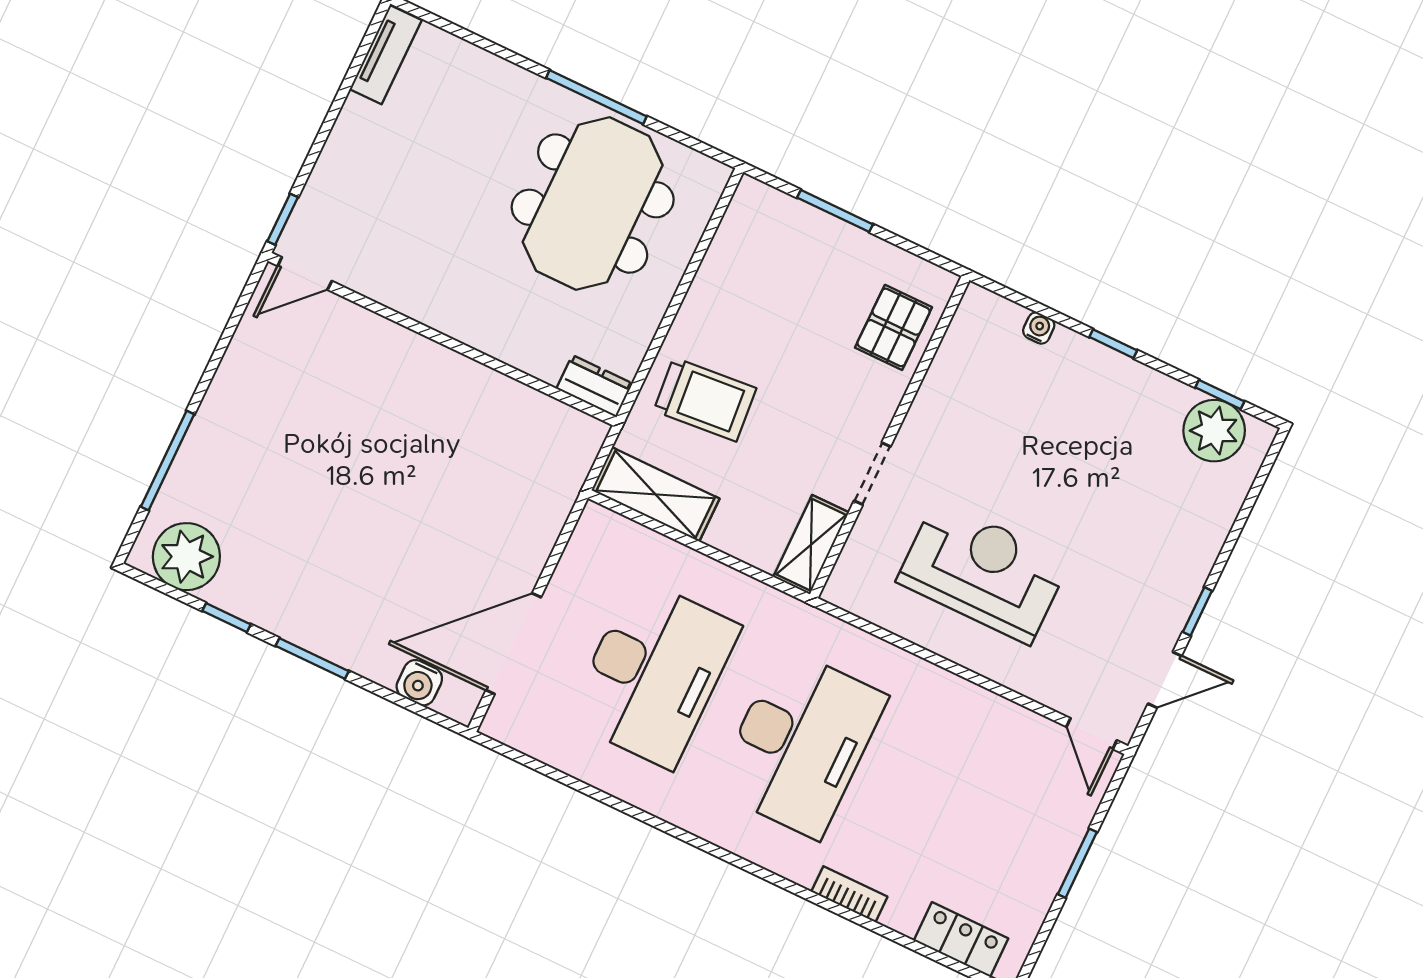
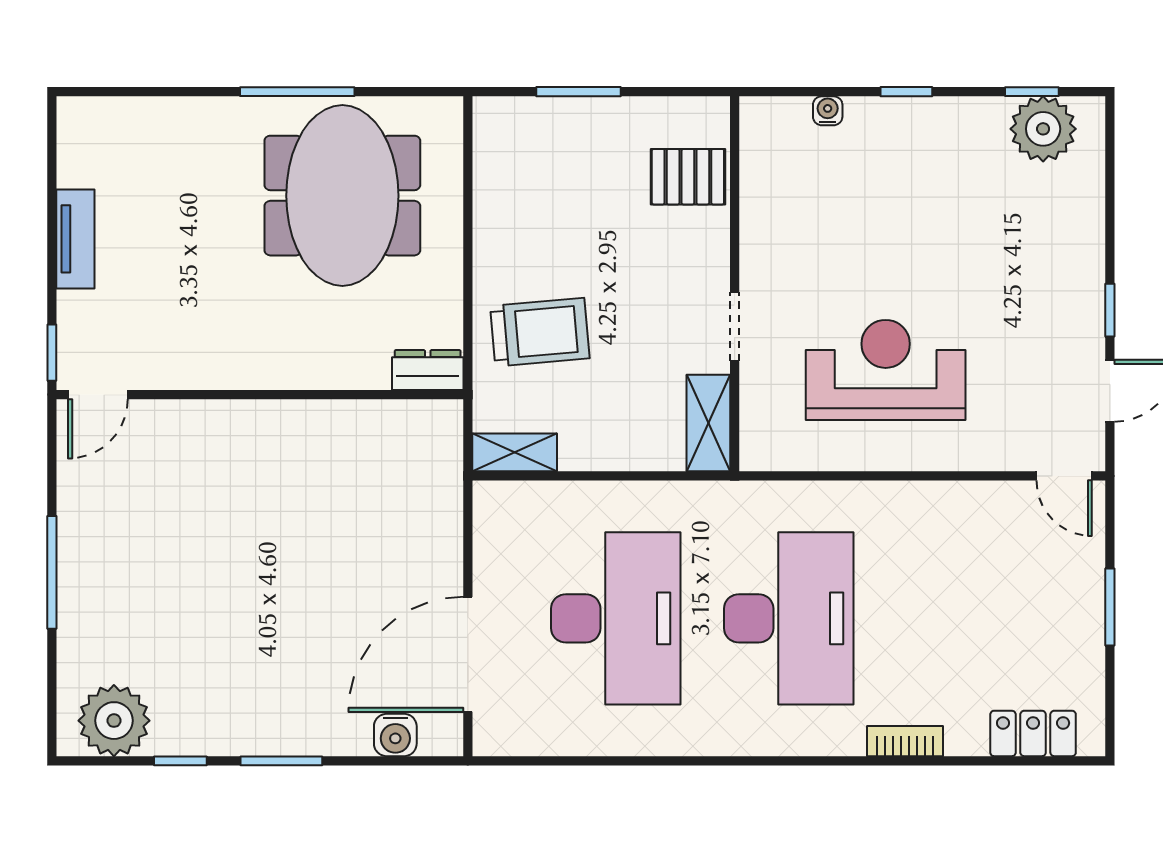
tv unit: (386, 55) -> (75, 239), moved
pallet: (894, 327) -> (688, 177), turned 90
window: (168, 460) -> (52, 572), moved
shelving: (655, 494) -> (515, 452), width x0.67, depth x0.75

